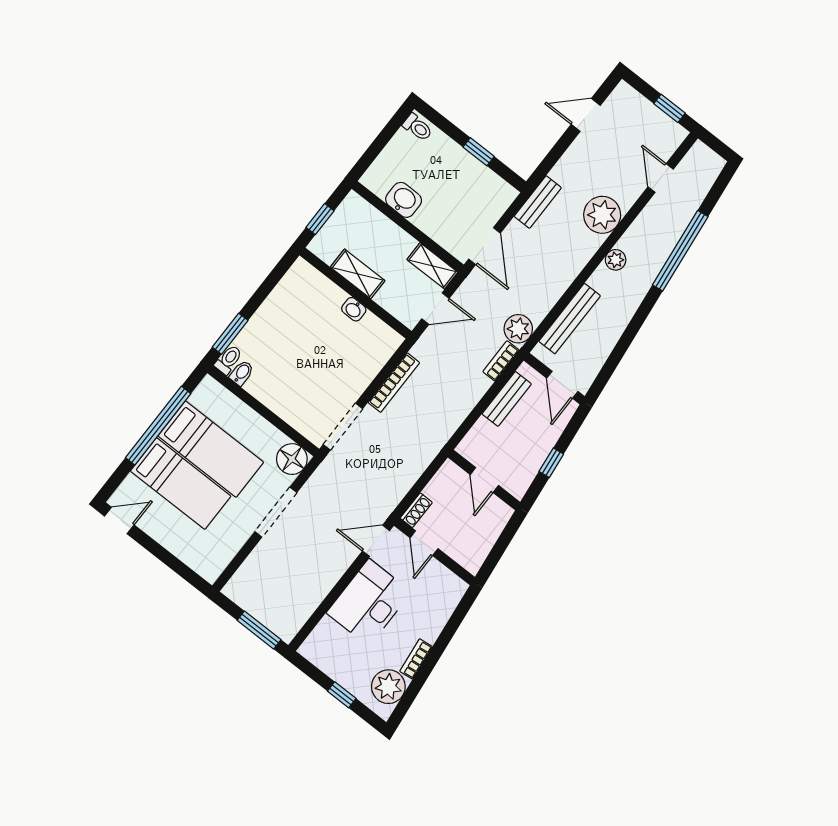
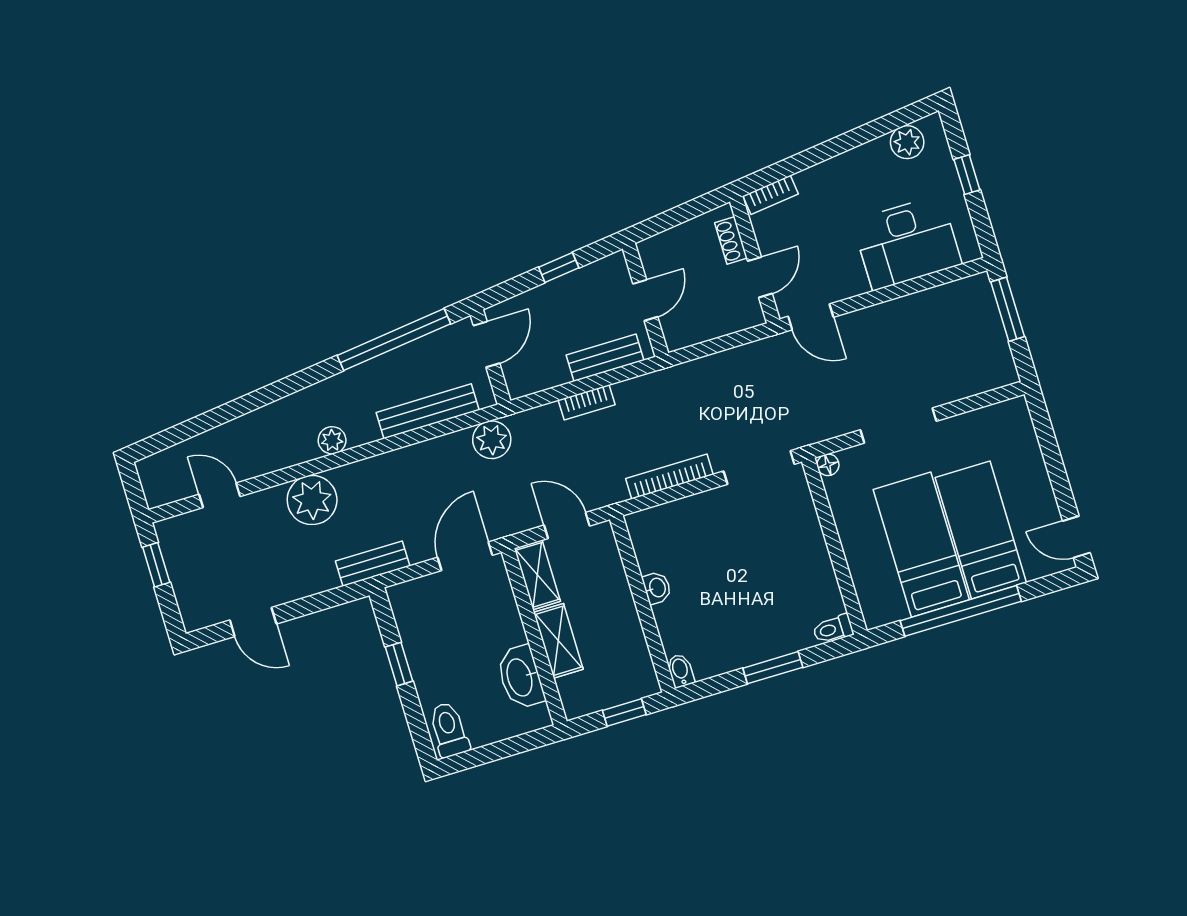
toilet: (418, 127) -> (449, 730), width x1.37, depth x1.39
door: (661, 178) -> (220, 495), swing flipped
washbasin: (404, 200) -> (520, 677), width x1.38
window: (680, 251) -> (394, 340), moved
shelving: (358, 274) -> (558, 641), moved
window: (230, 334) -> (773, 668), moved
bookcase: (501, 361) -> (587, 402), moved
bidet: (242, 373) -> (681, 671), moved, turned 90
bench: (507, 399) -> (605, 358), moved
floor lamp: (292, 459) -> (828, 465), width x0.53, depth x0.53
shoe rack: (416, 510) -> (731, 240), moved, turned -90
desk: (369, 602) -> (907, 243), moved
bookcase: (416, 659) -> (771, 195), moved
plant: (388, 687) -> (907, 142), width x0.73, depth x0.73

